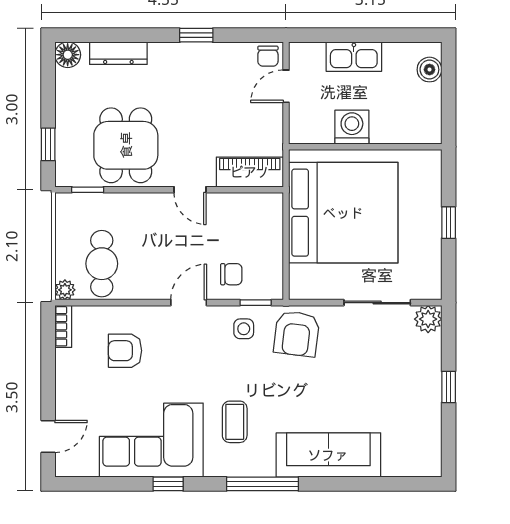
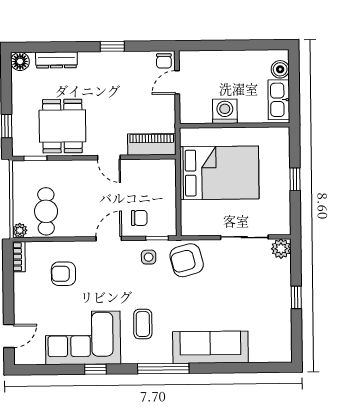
kitchen sink: (354, 57) -> (279, 100), moved, turned 90
bed: (343, 213) -> (219, 173), width x0.73
armchair: (297, 334) -> (187, 260), turned 68

